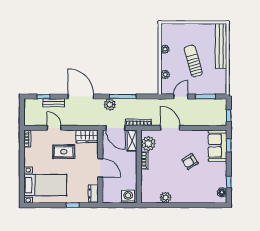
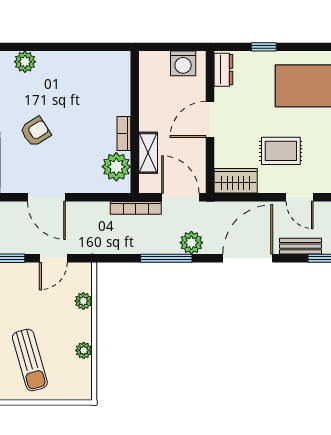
sun lounger: (193, 61) -> (30, 360), moved
door: (81, 97) -> (248, 258), swing flipped
door: (170, 128) -> (46, 197), moved
shelving: (132, 141) -> (148, 153), moved
door: (100, 168) -> (210, 119), hinge flipped
washing machine: (128, 197) -> (183, 63), moved
plant: (166, 198) -> (25, 62), moved

